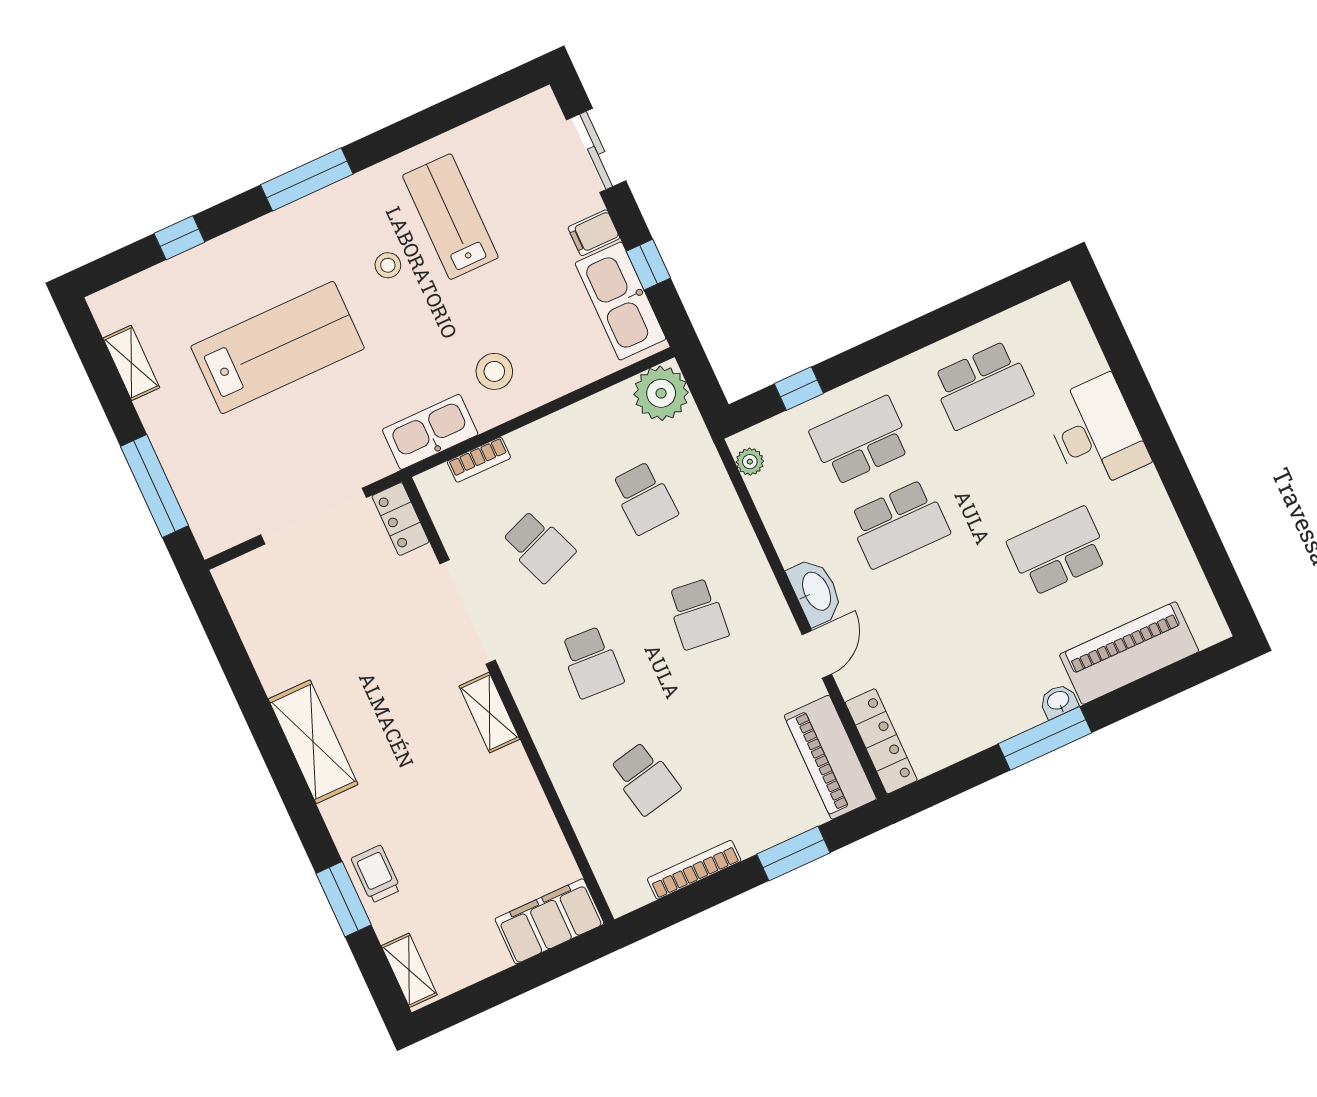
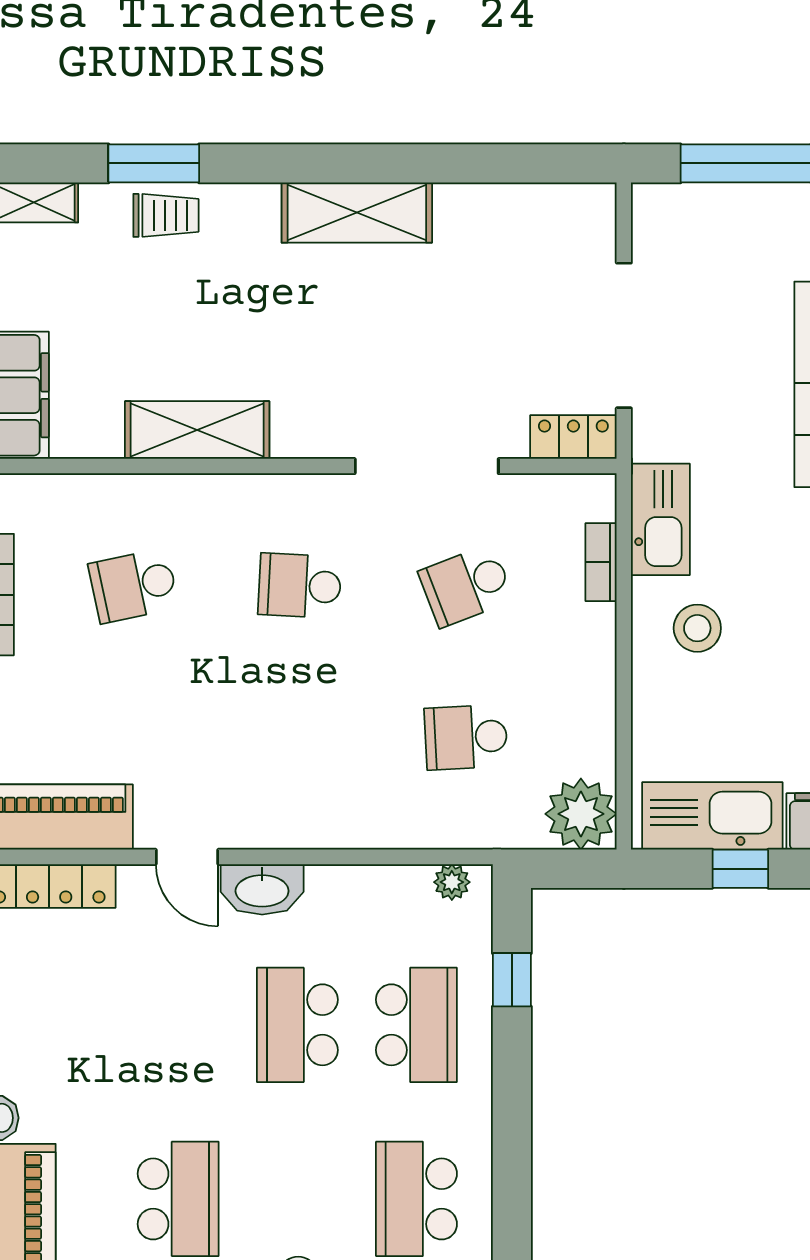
school desk: (697, 614) -> (300, 737), removed
shelving: (489, 713) -> (197, 430), moved, width x1.50, depth x1.33

